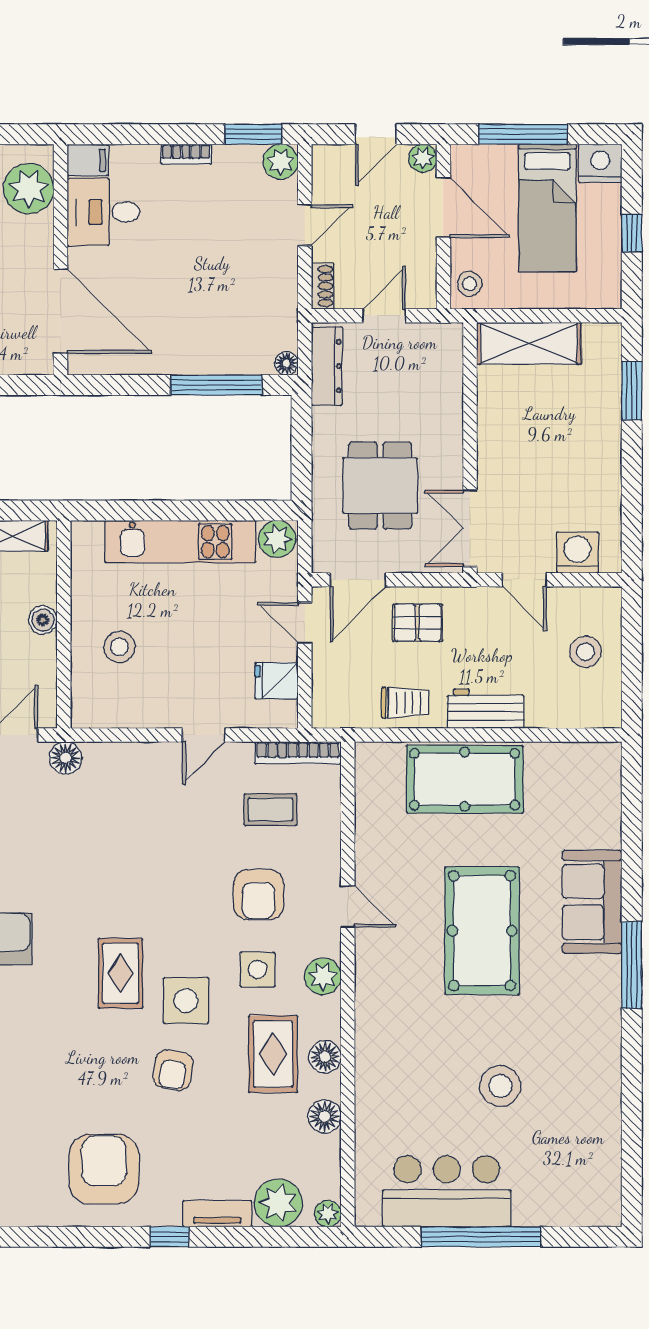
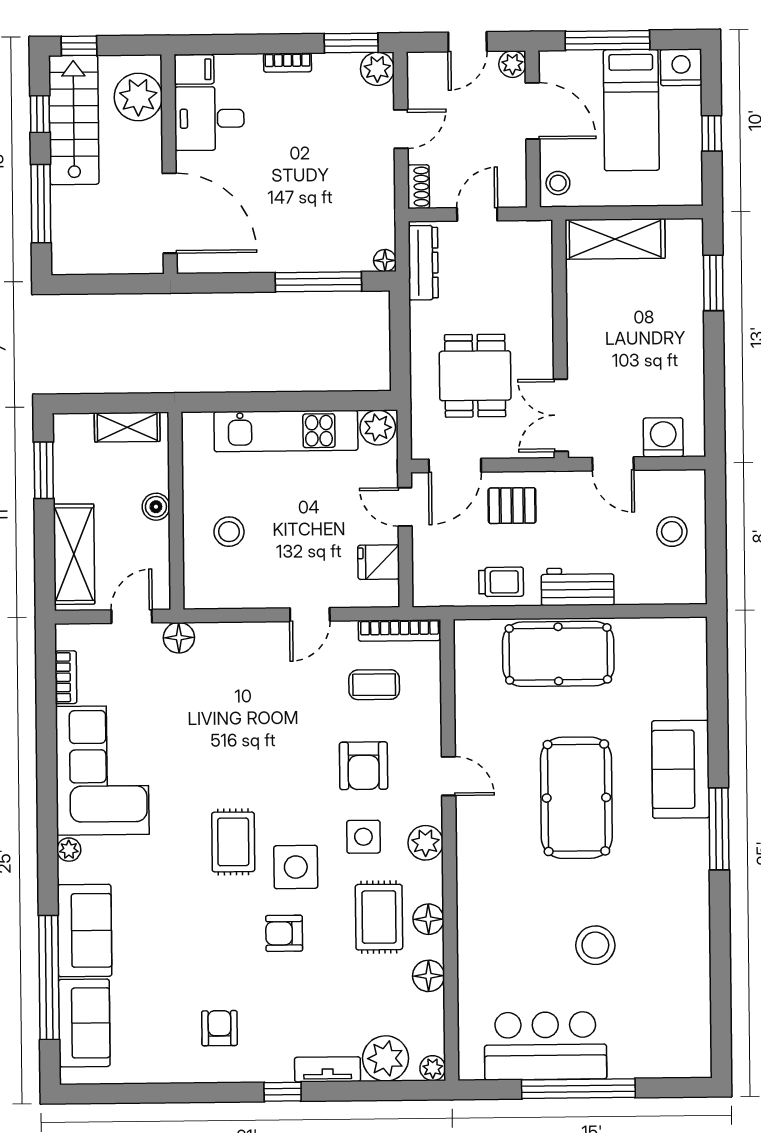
armchair: (173, 1070) -> (284, 933), turned 81
armchair: (104, 1169) -> (219, 1028), width x0.53, depth x0.53

